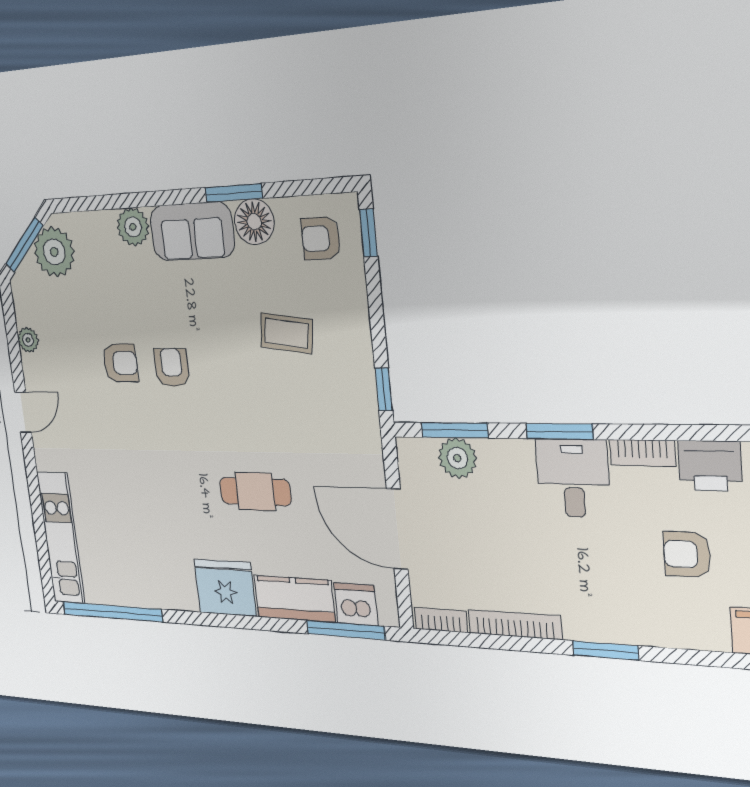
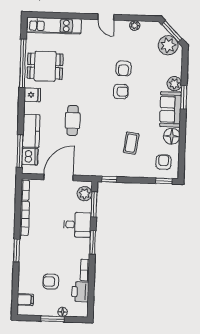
window: (234, 193) -> (184, 97), moved
plant: (457, 458) -> (84, 194), moved
desk: (573, 478) -> (77, 225), moved
armchair: (687, 554) -> (51, 282), turned -90
dining table: (147, 560) -> (45, 66), added
fridge: (225, 588) -> (32, 95), width x0.53, depth x0.75
window: (112, 612) -> (23, 63), moved

